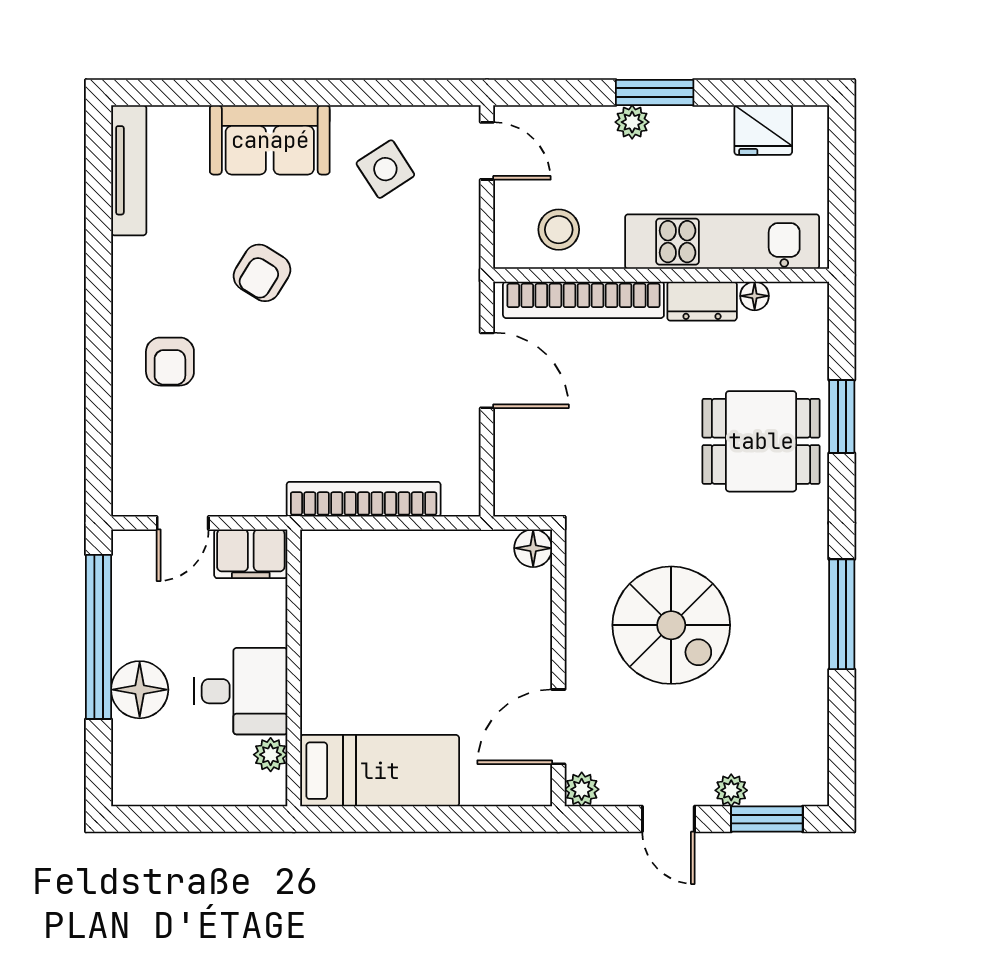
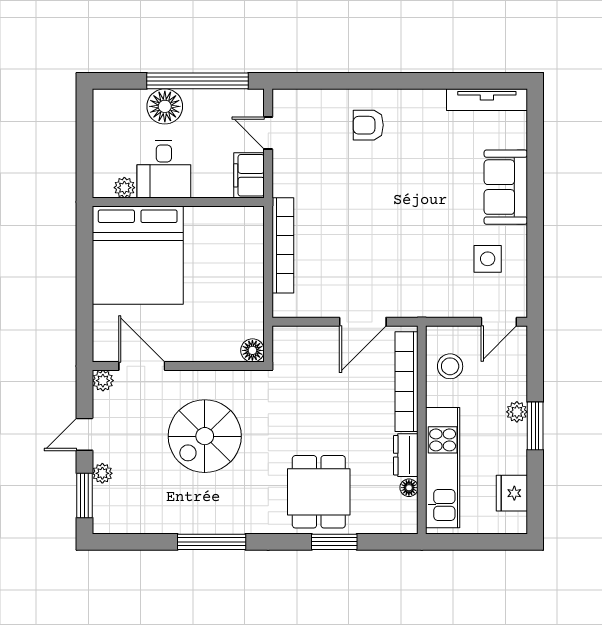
side table: (385, 169) -> (488, 259), turned 33
armchair: (262, 273) -> (423, 182), removed
bed: (380, 771) -> (138, 255), width x2.04

